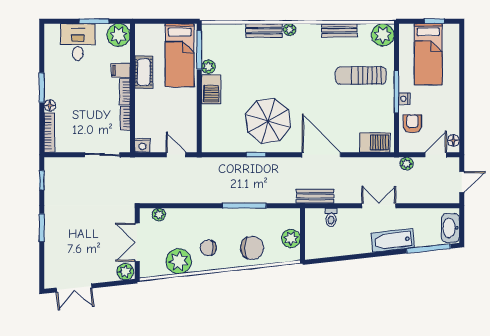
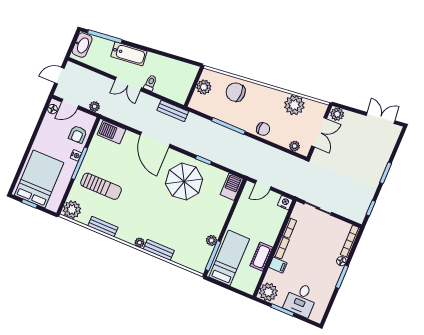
bed: (428, 54) -> (39, 179), width x1.50
barbecue: (211, 89) -> (232, 187), moved
door: (176, 155) -> (263, 185), hinge flipped
toilet: (331, 217) -> (150, 83), moved
chair: (208, 248) -> (263, 129), moved

